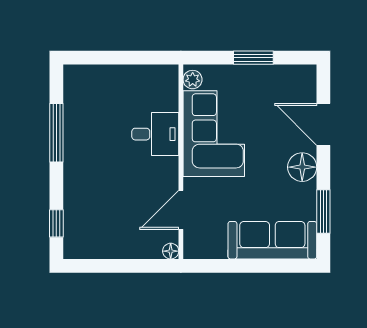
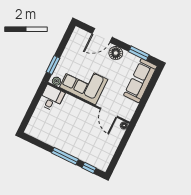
window: (253, 58) -> (53, 65), moved
window: (56, 133) -> (65, 156), moved
desk: (155, 134) -> (52, 98), moved

